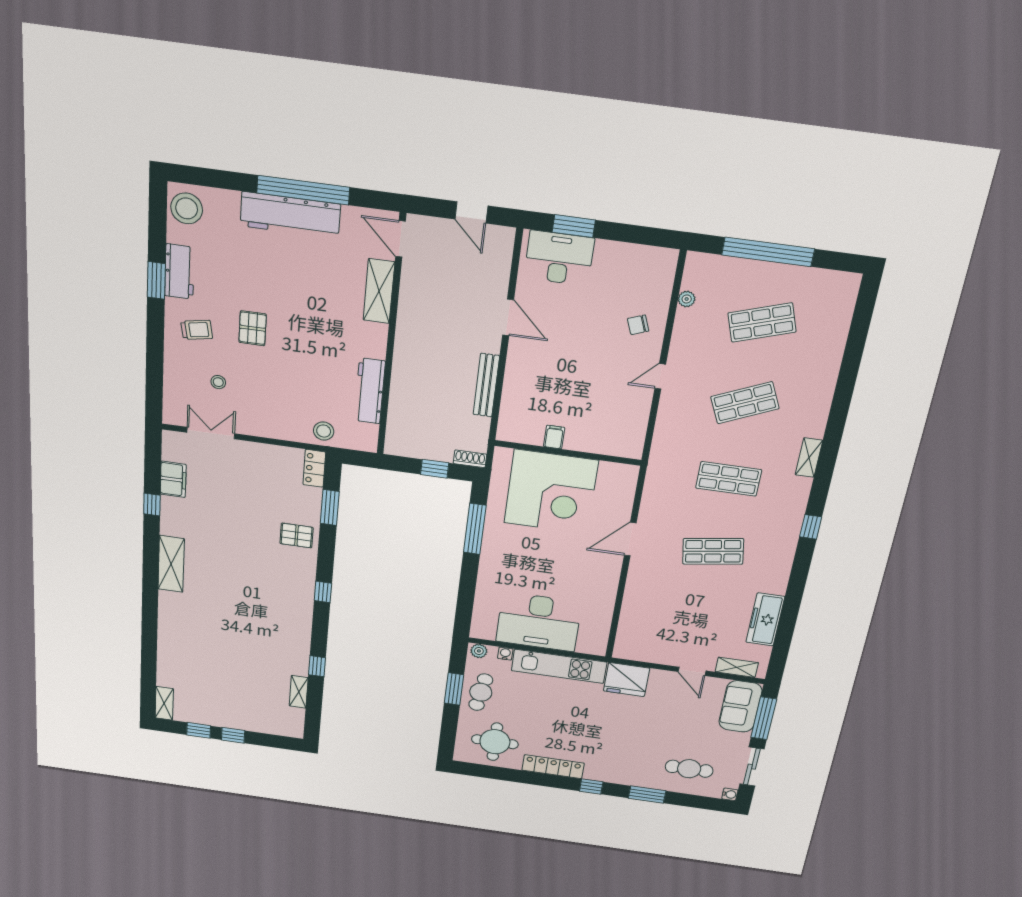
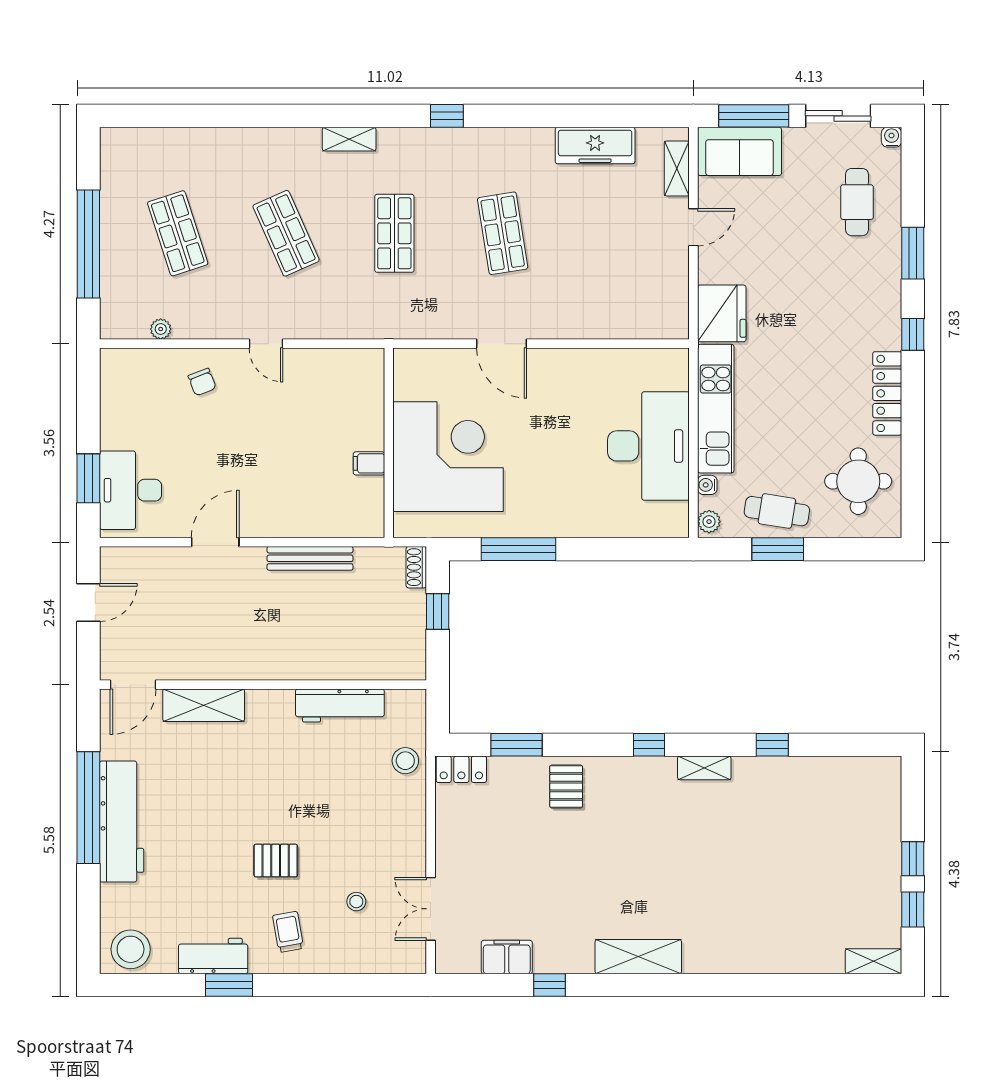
shelving: (299, 692) -> (704, 768), moved

